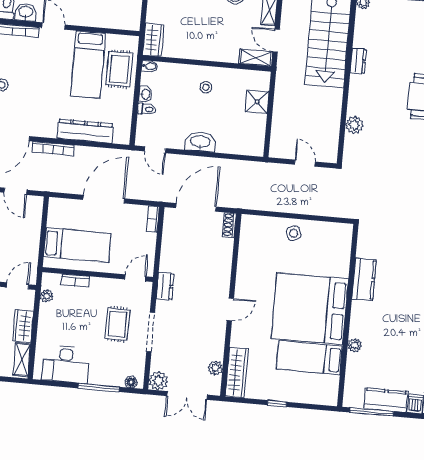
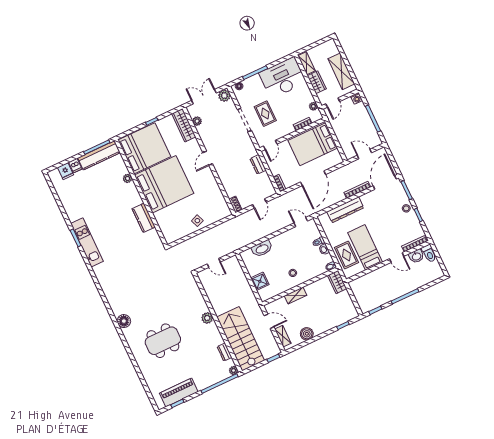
shelving: (256, 58) -> (295, 295), moved
dresser: (358, 61) -> (225, 352), moved
plant: (354, 125) -> (207, 318), moved
washbasin: (200, 142) -> (262, 249), moved
door: (196, 207) -> (259, 203), width x0.53
bed: (77, 245) -> (313, 144), width x1.50
dresser: (165, 286) -> (258, 164), moved
bed: (309, 358) -> (144, 148), width x2.04
desk: (65, 364) -> (282, 78), width x1.36, depth x1.30
kitchen counter: (386, 400) -> (99, 155), width x1.50

